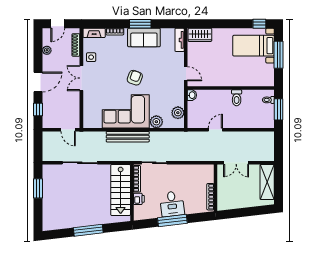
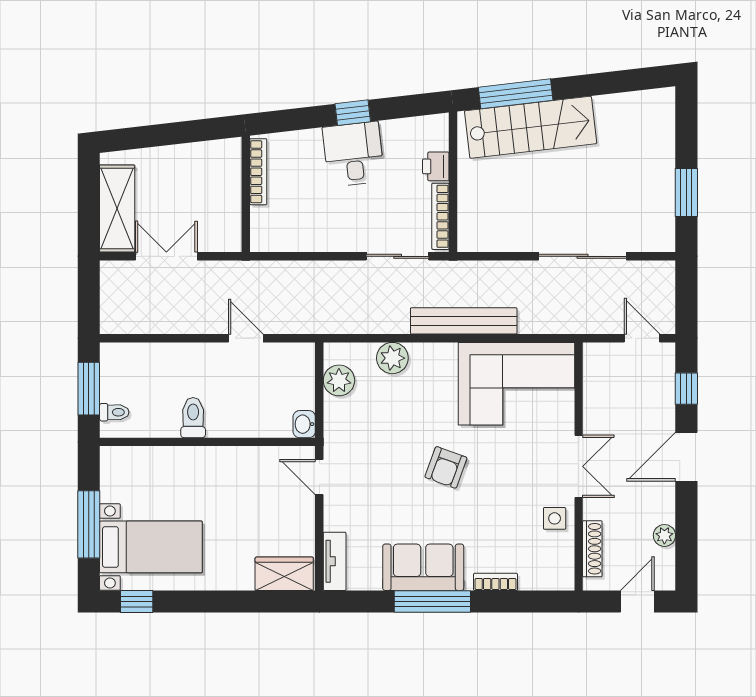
window: (140, 24) -> (432, 602), width x1.44
fireplace: (94, 33) -> (547, 579), removed
corner sofa: (126, 111) -> (516, 384), moved
door: (68, 130) -> (642, 338), moved
door: (215, 130) -> (246, 338), swing flipped
double door: (236, 163) -> (166, 256), moved
stairs: (121, 190) -> (531, 127), moved, turned 83
window: (172, 220) -> (353, 113), width x0.46
window: (88, 230) -> (516, 94), moved

